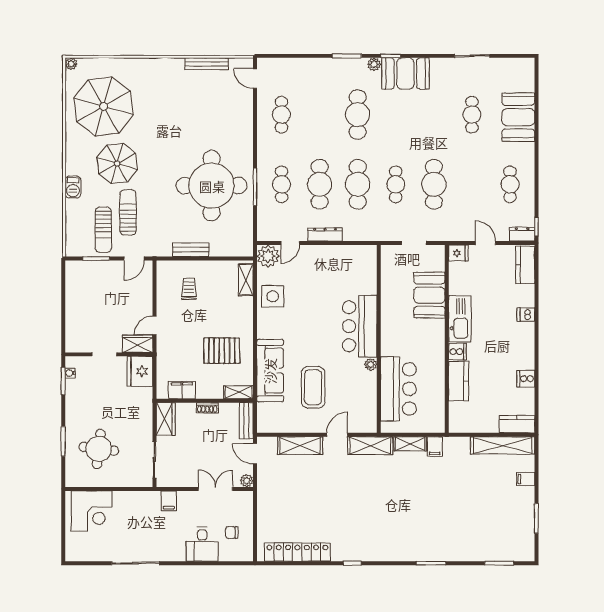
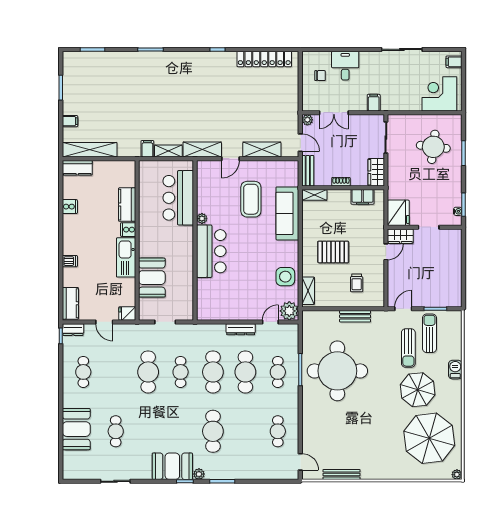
pallet: (222, 351) -> (333, 252), moved
filing cabinet: (74, 549) -> (454, 62), added

